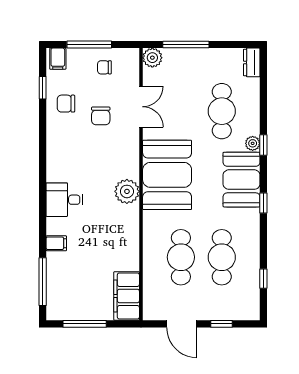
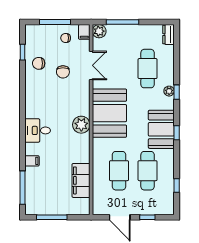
filing cabinet: (58, 59) -> (84, 32), moved
booth: (242, 180) -> (161, 129), moved
filing cabinet: (127, 296) -> (81, 180), moved

